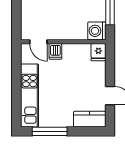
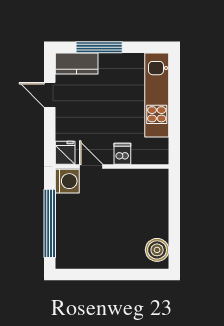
door: (38, 42) -> (91, 167), moved
window: (50, 131) -> (99, 47), moved

